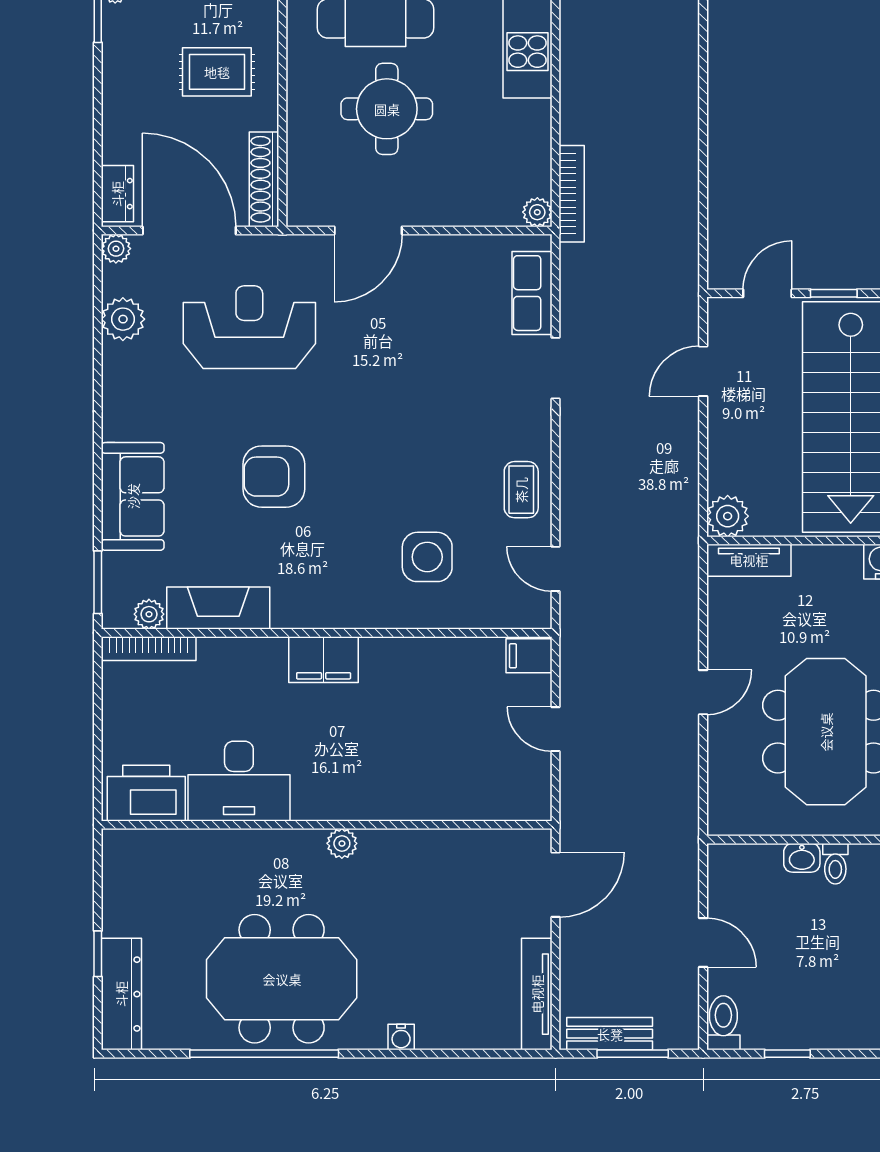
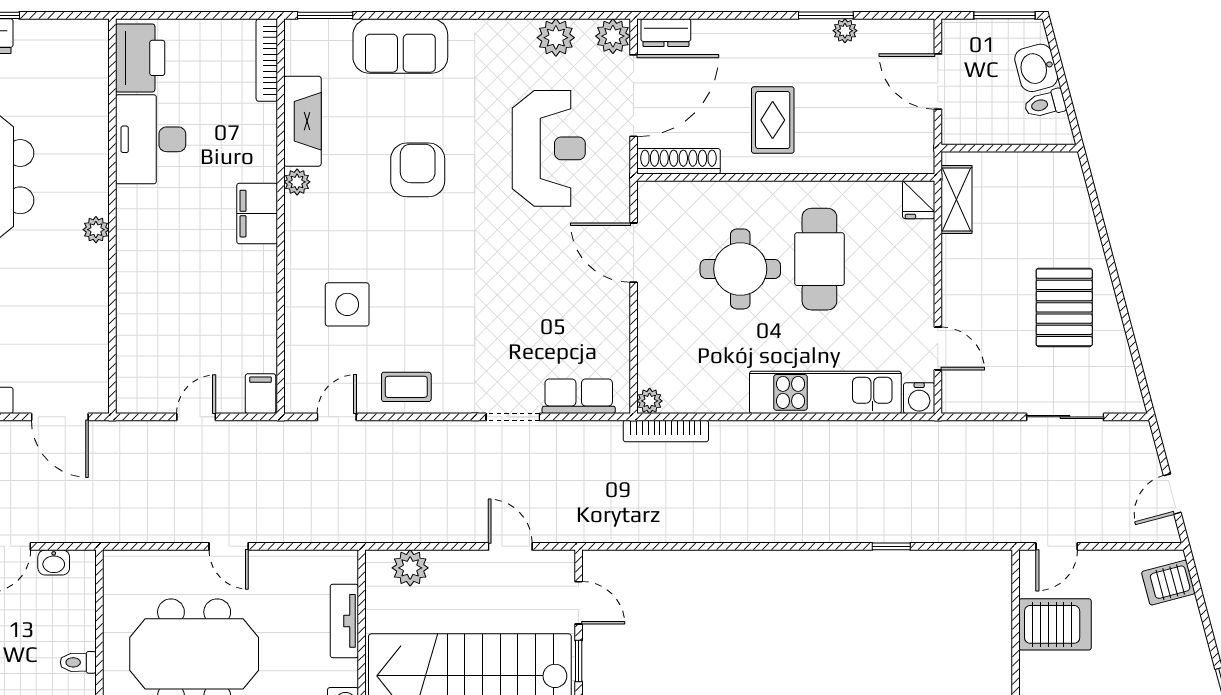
plant: (116, 249) -> (613, 36), width x1.38, depth x1.38
plant: (728, 516) -> (410, 568), moved
tv unit: (749, 560) -> (344, 621), moved
plant: (149, 614) -> (297, 182), moved
washbasin: (802, 858) -> (54, 562), moved, turned -90

